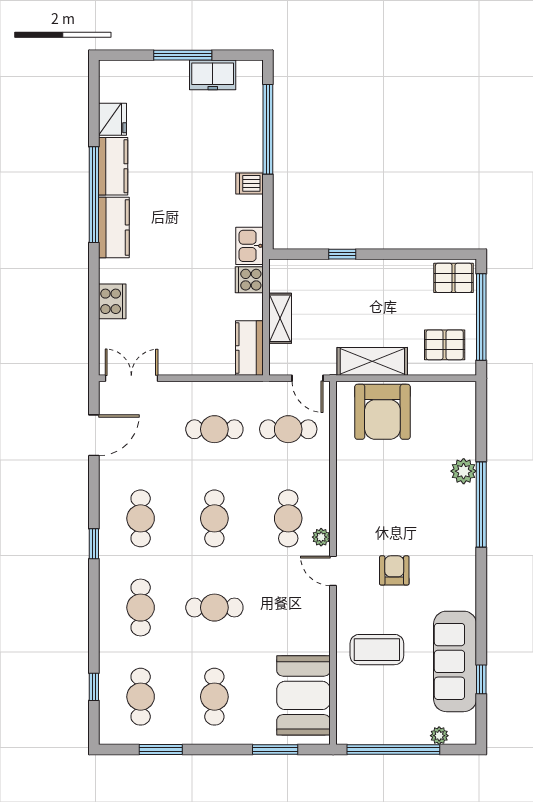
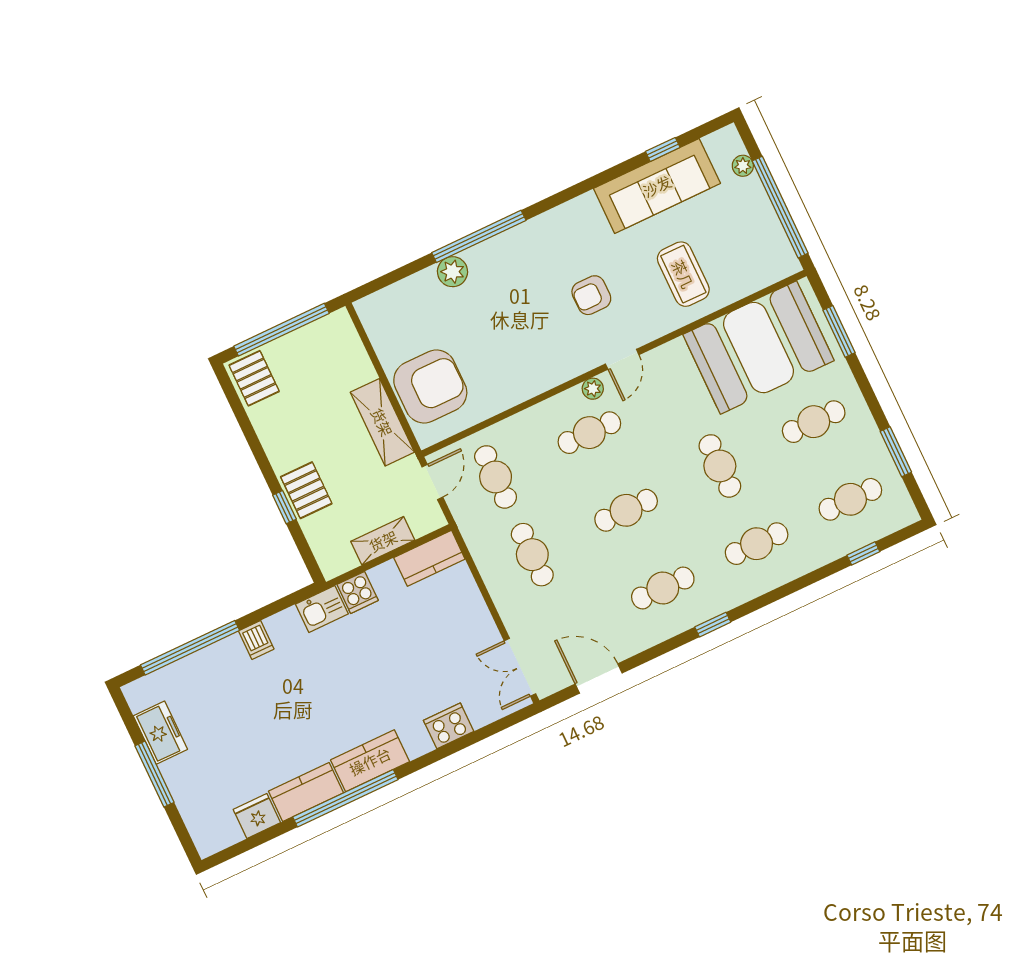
pallet: (445, 345) -> (306, 490), moved
booth: (304, 695) -> (758, 348), width x1.36, depth x1.42

